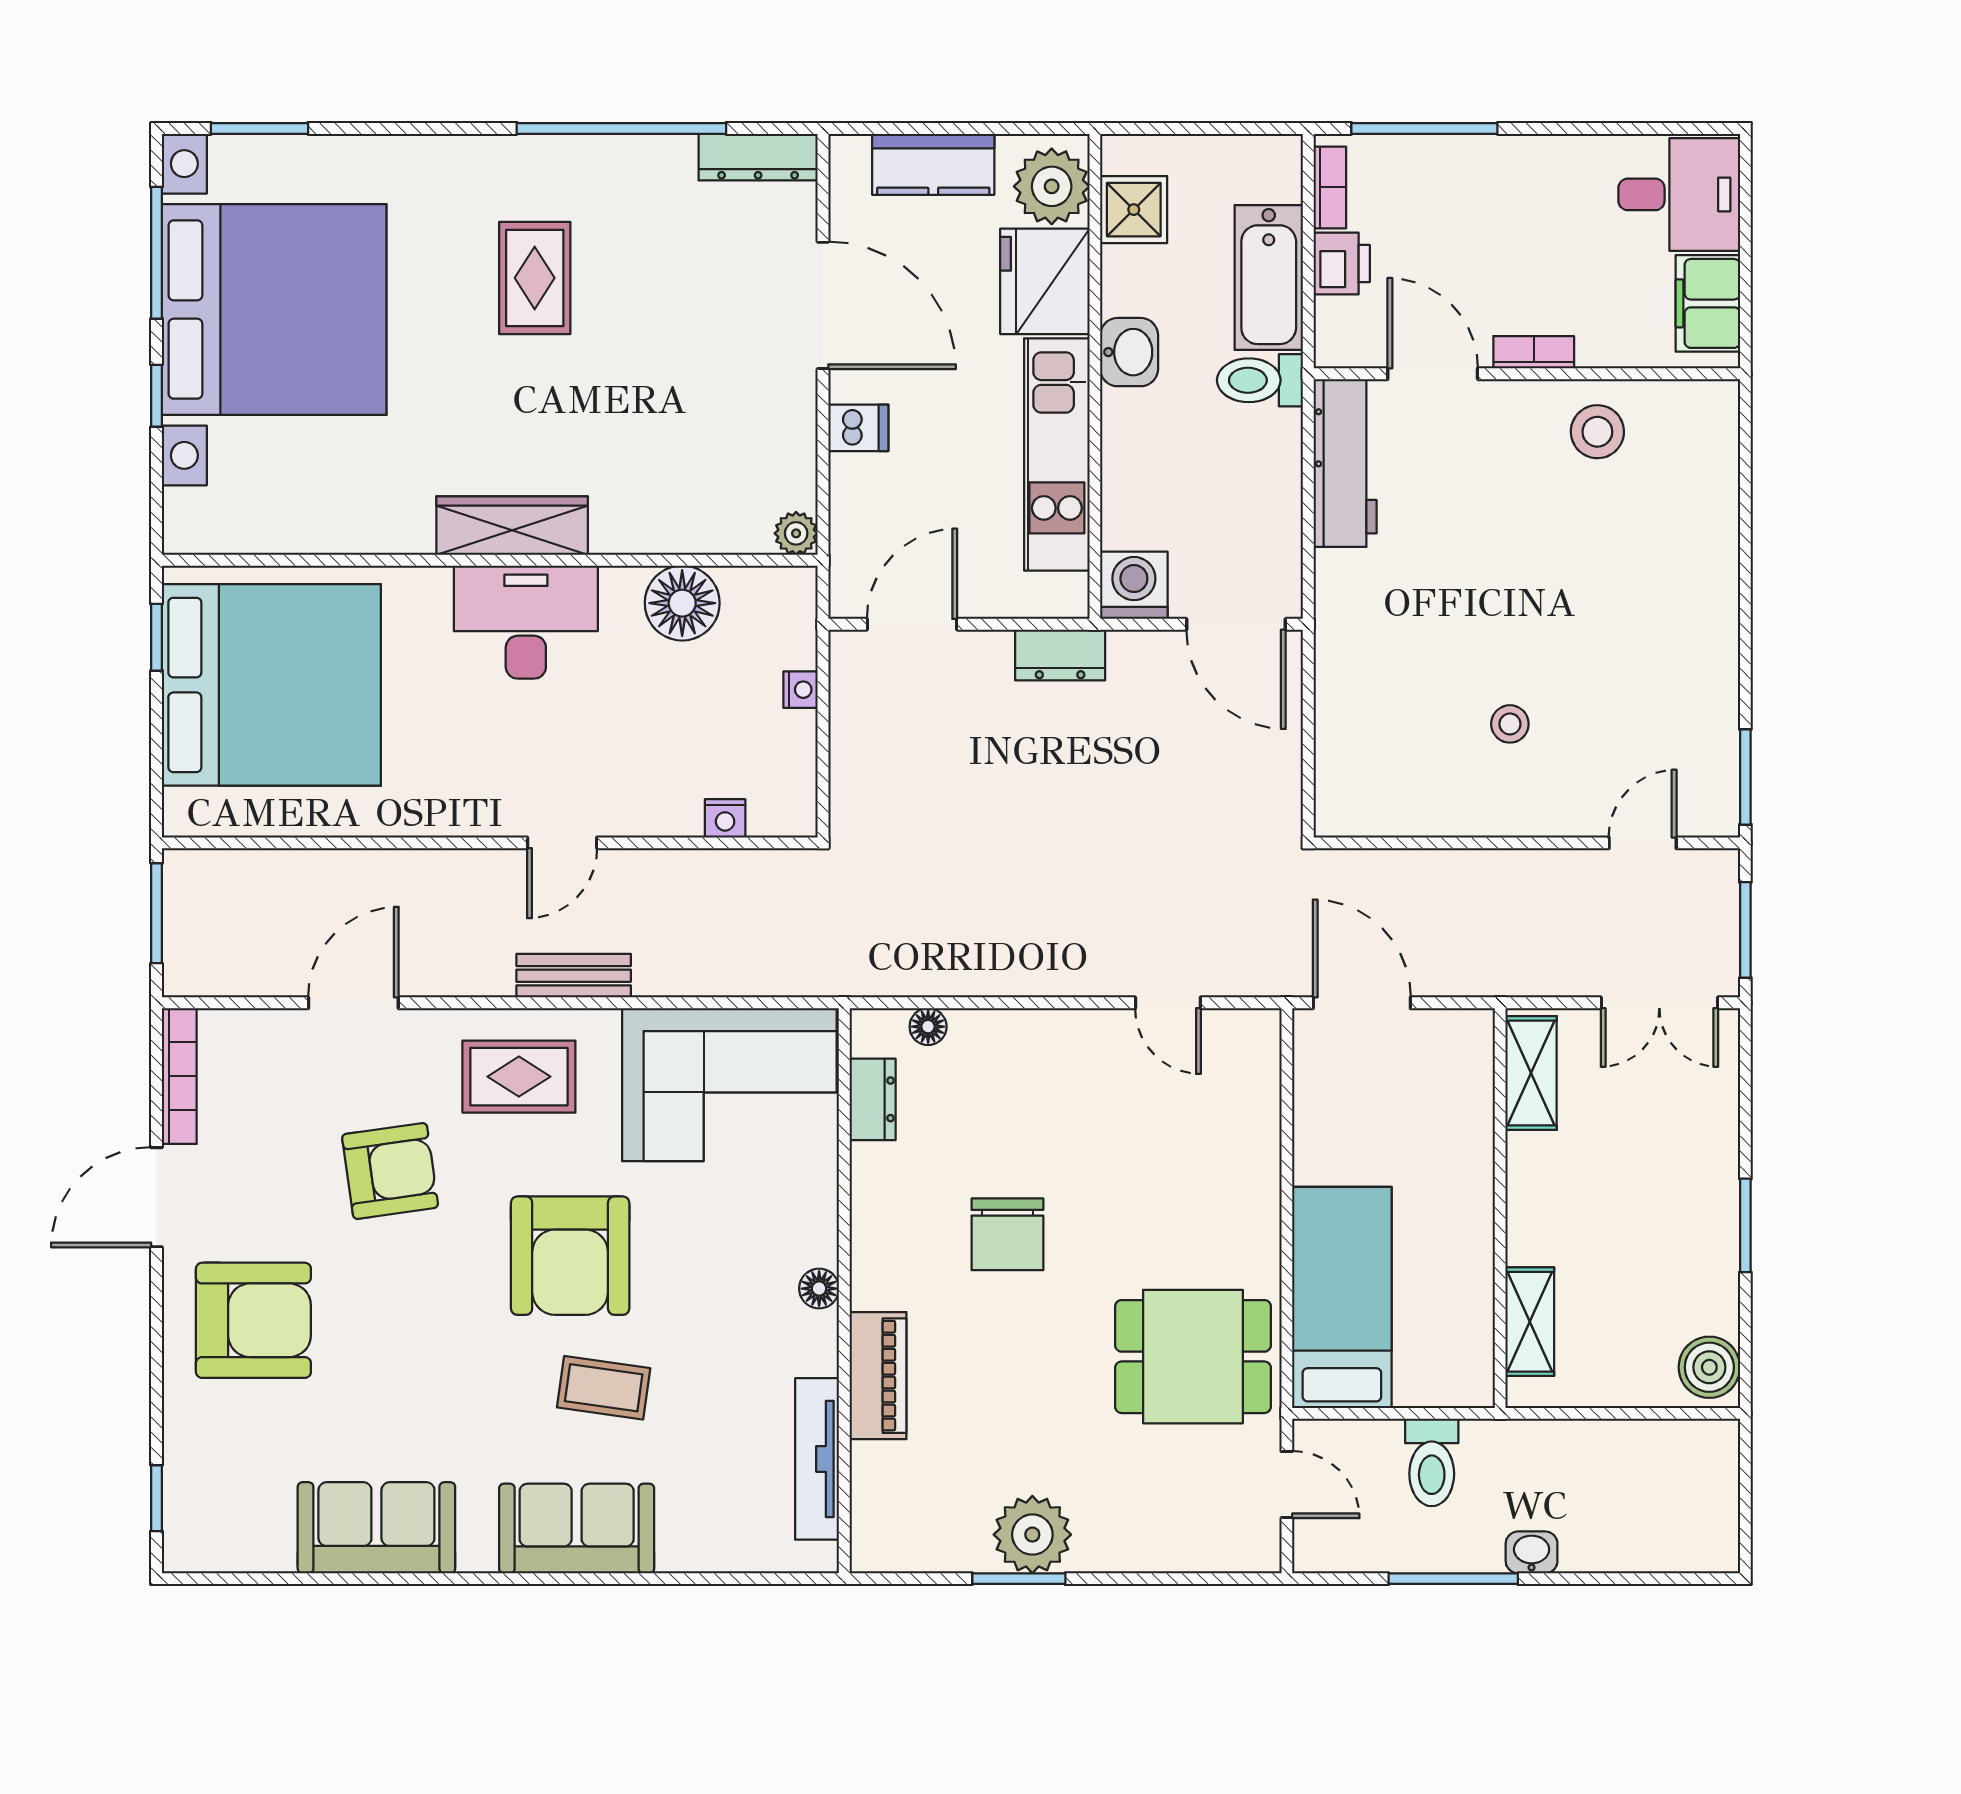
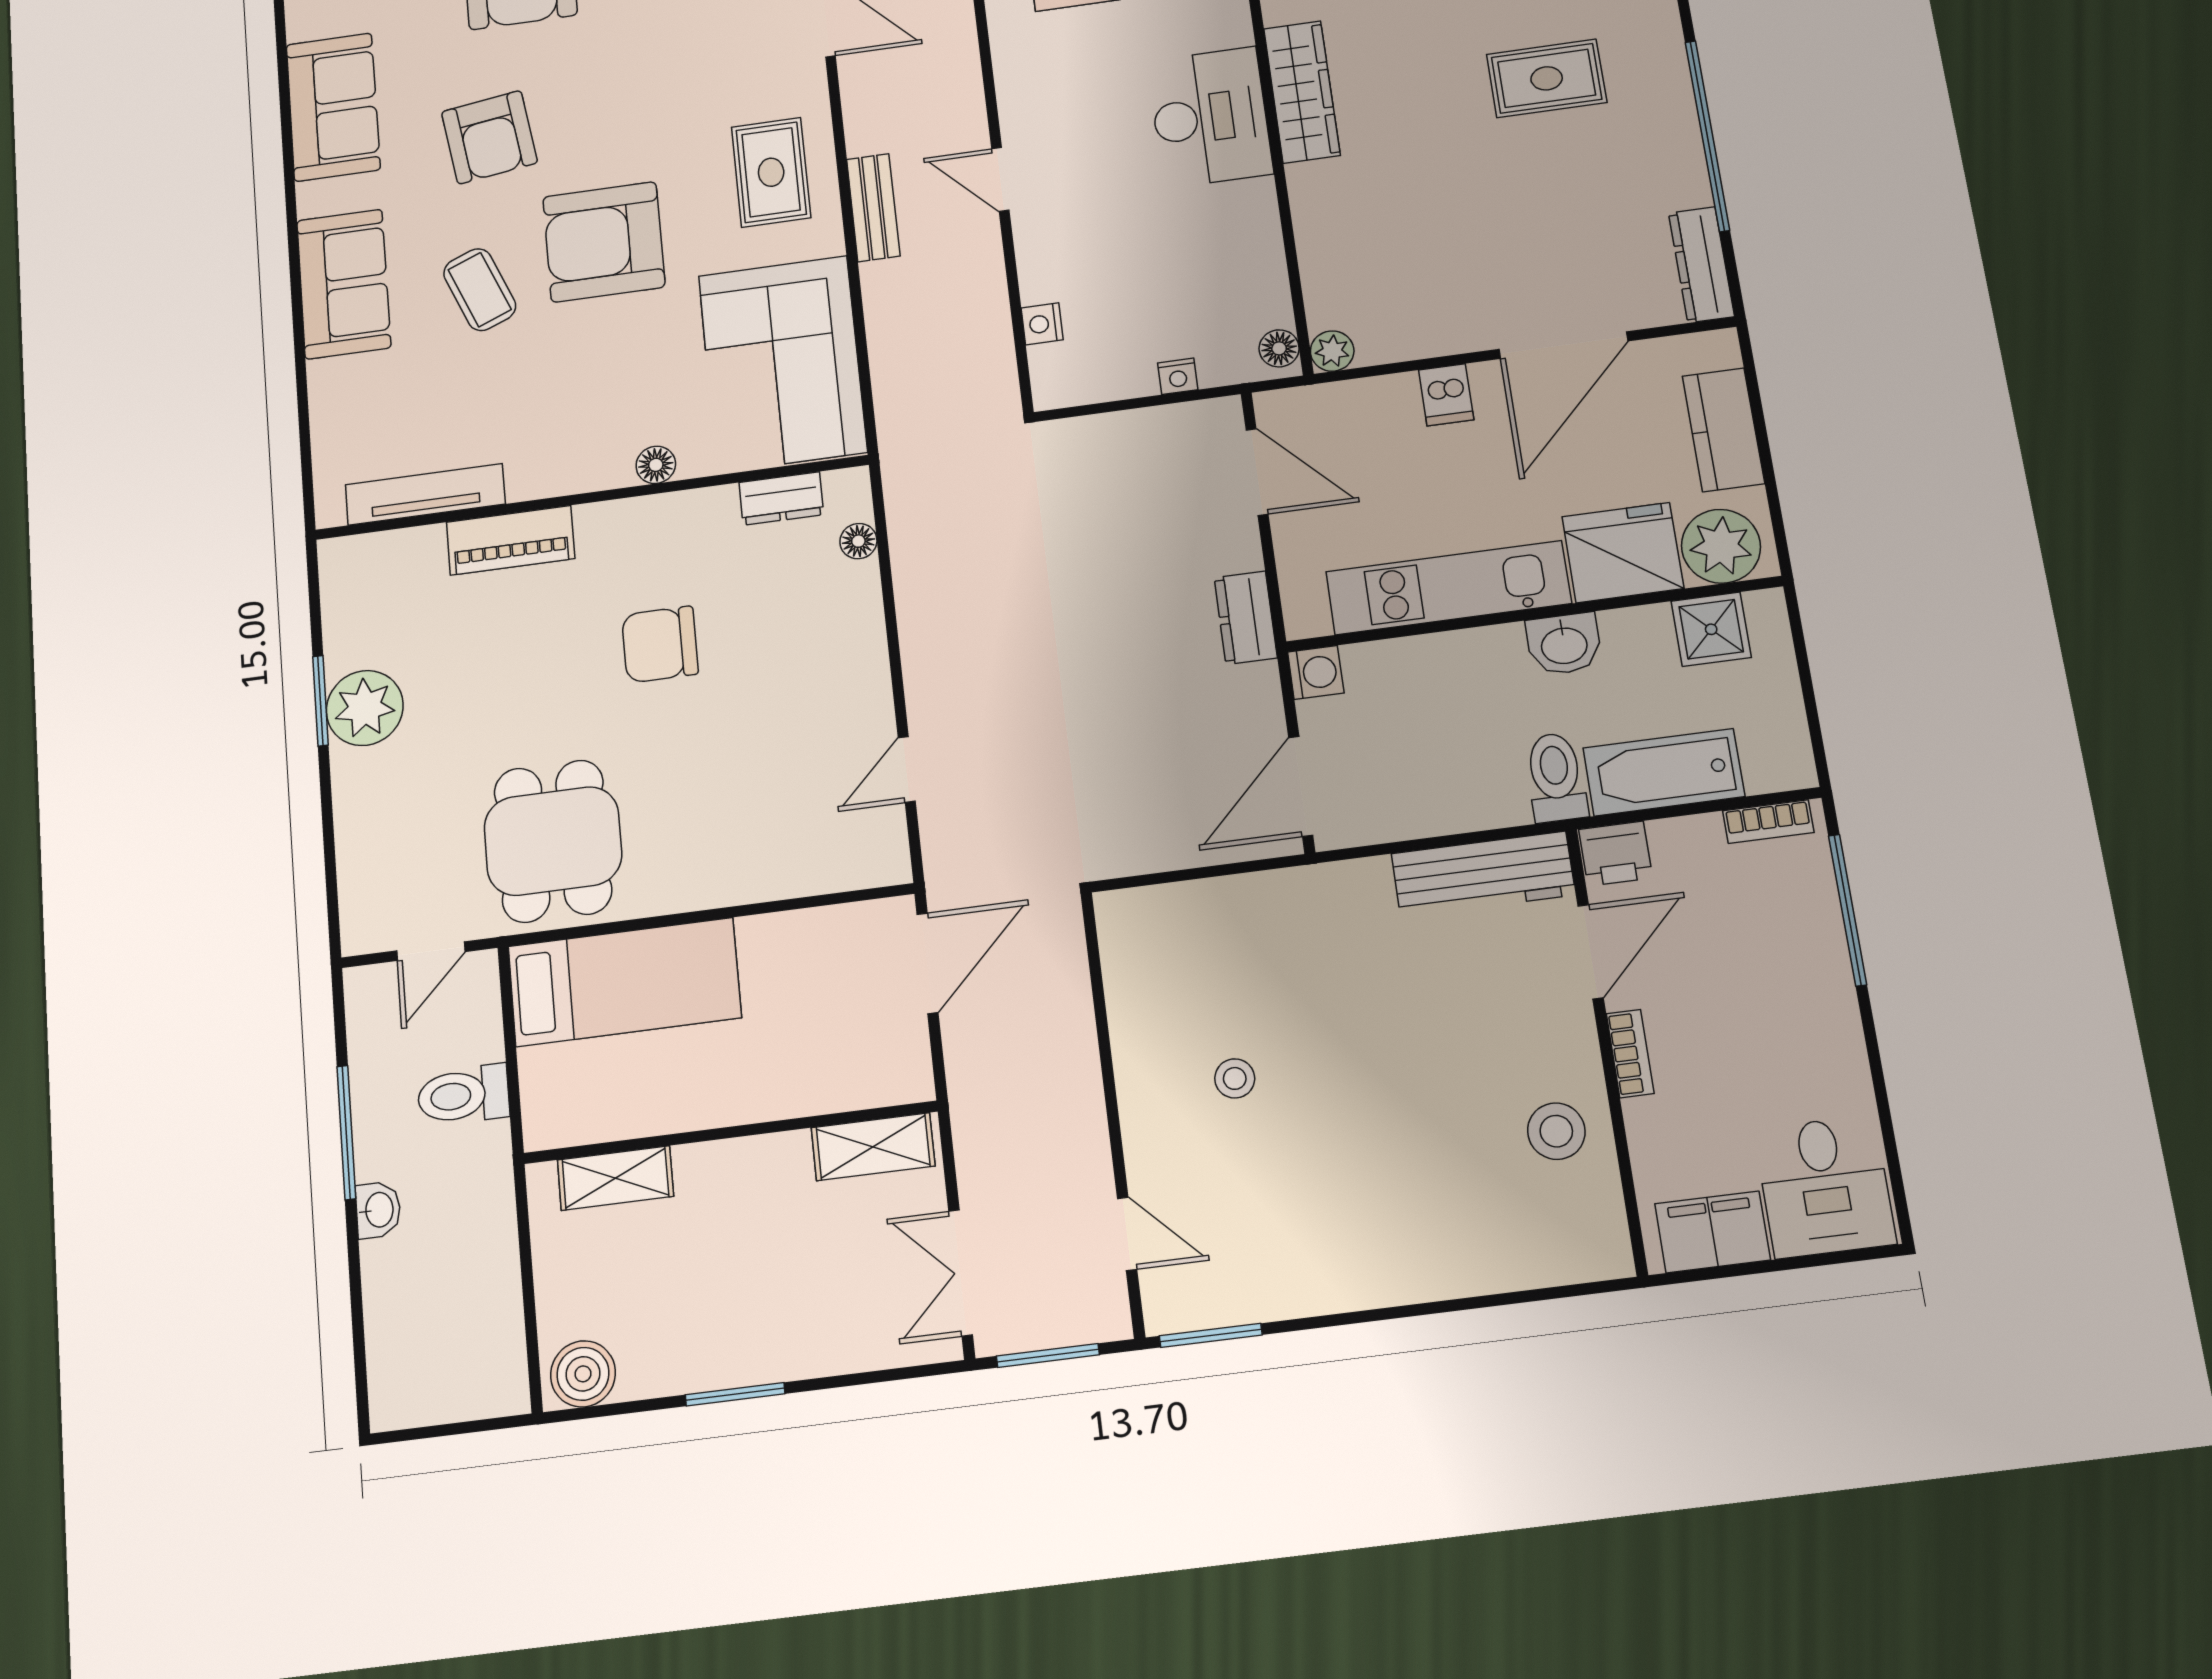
printer: (1342, 264) -> (1616, 854), moved
washing machine: (1134, 585) -> (1316, 672), width x0.73, depth x0.73
floor lamp: (682, 603) -> (1279, 348), moved, width x0.53, depth x0.53
armchair: (390, 1171) -> (489, 137), moved
floor lamp: (819, 1289) -> (656, 465), moved
coffee table: (604, 1388) -> (480, 290), turned -30

